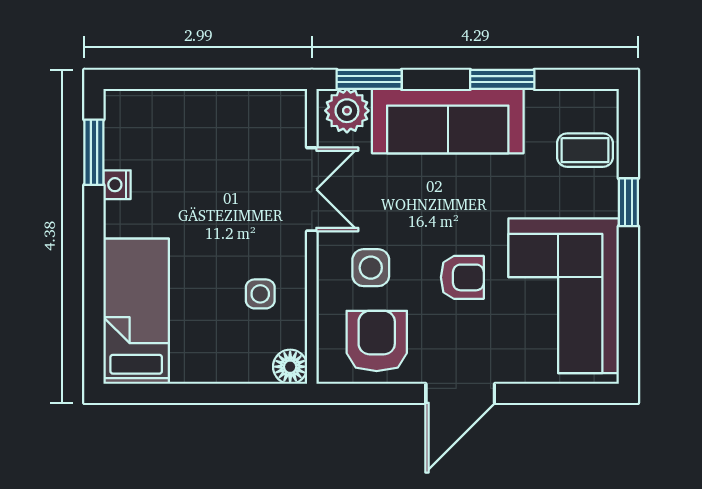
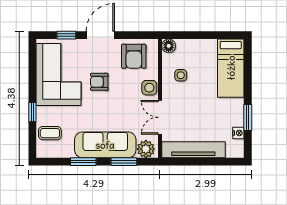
window: (369, 79) -> (124, 162), moved
tv unit: (229, 109) -> (193, 150), added
window: (94, 152) -> (248, 117), moved
nightstand: (117, 185) -> (238, 133), moved
side table: (371, 268) -> (149, 88), moved
window: (544, 393) -> (66, 35), added

